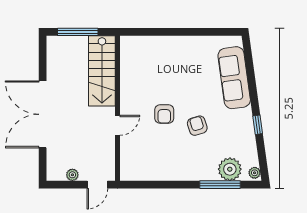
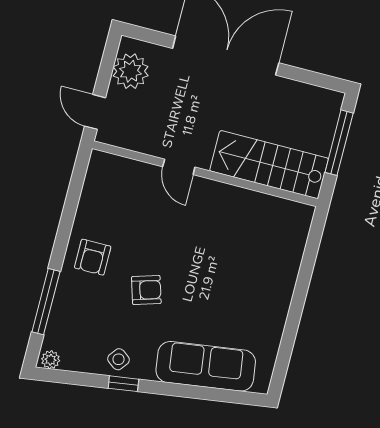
armchair: (164, 114) -> (93, 257), moved, turned -90
side table: (244, 132) -> (119, 359), added
plant: (230, 169) -> (66, 323), removed
plant: (72, 175) -> (131, 71), width x1.88, depth x1.88

